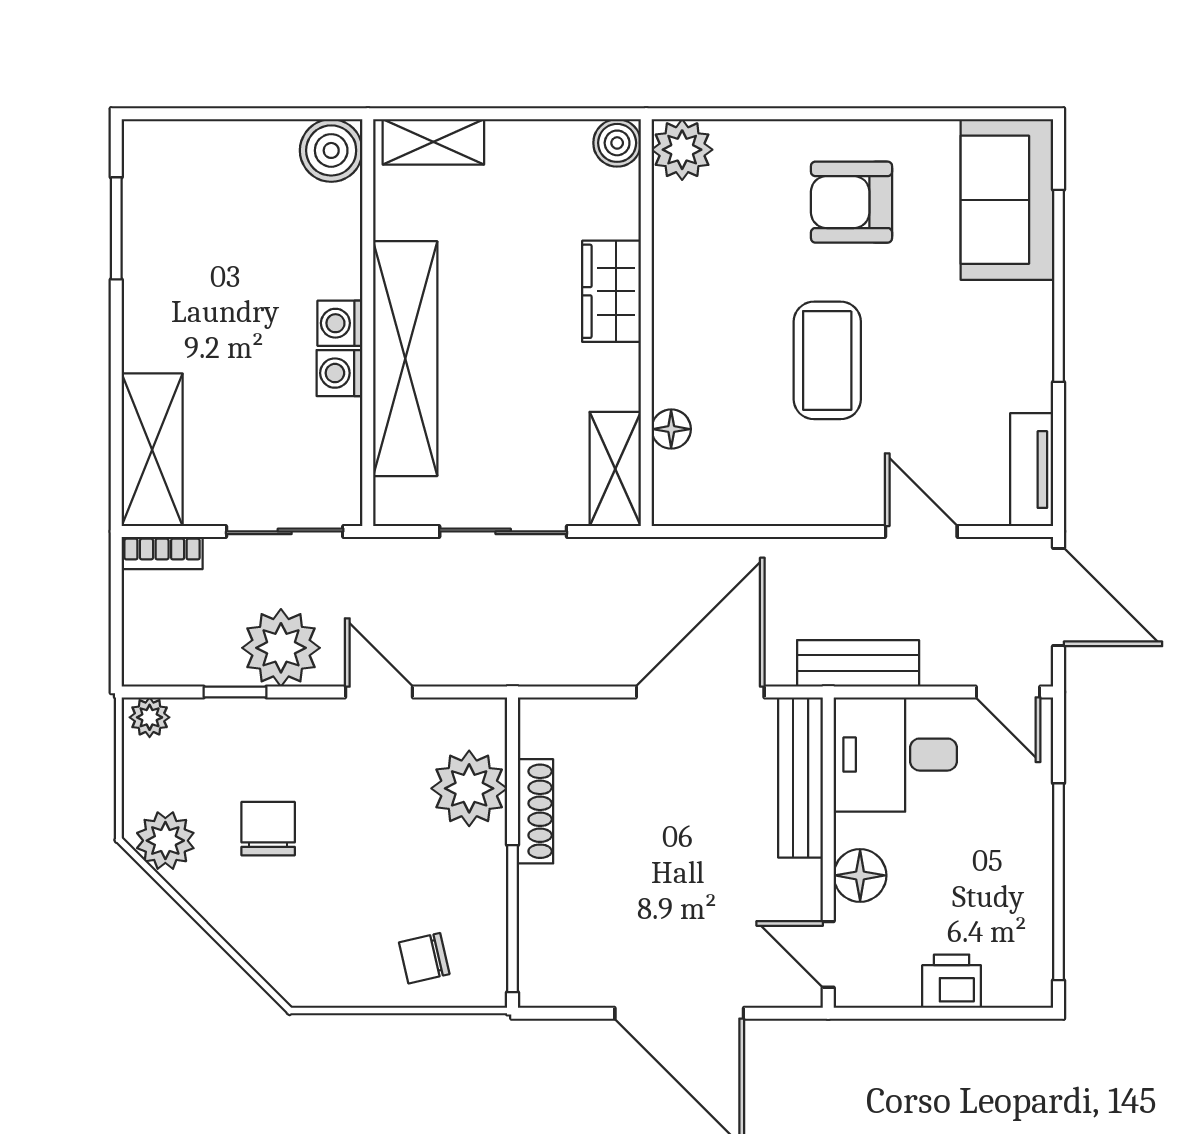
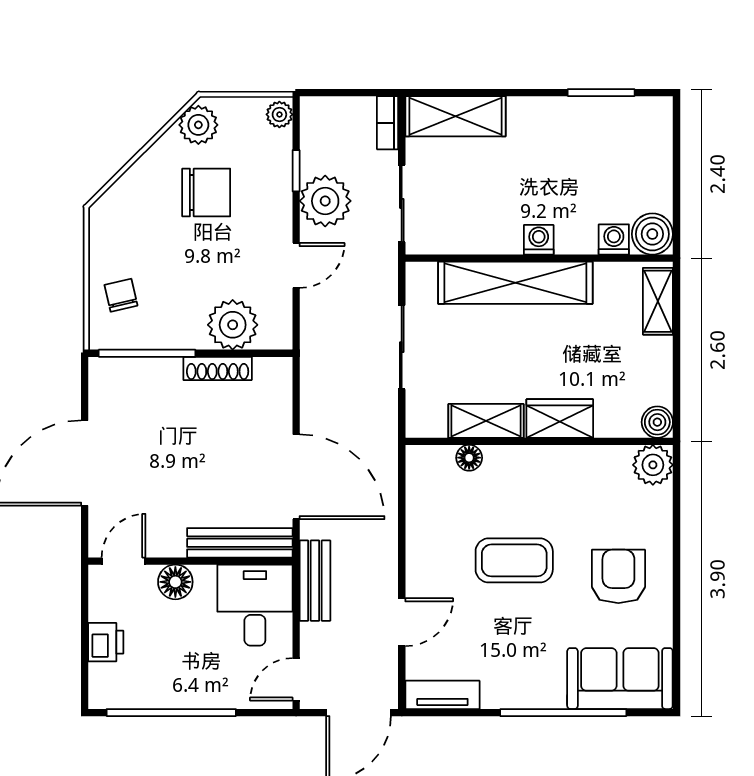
washing machine: (340, 373) -> (614, 239), moved
shelving: (615, 469) -> (486, 421), moved
chair: (268, 829) -> (206, 193), width x1.37, depth x1.37

